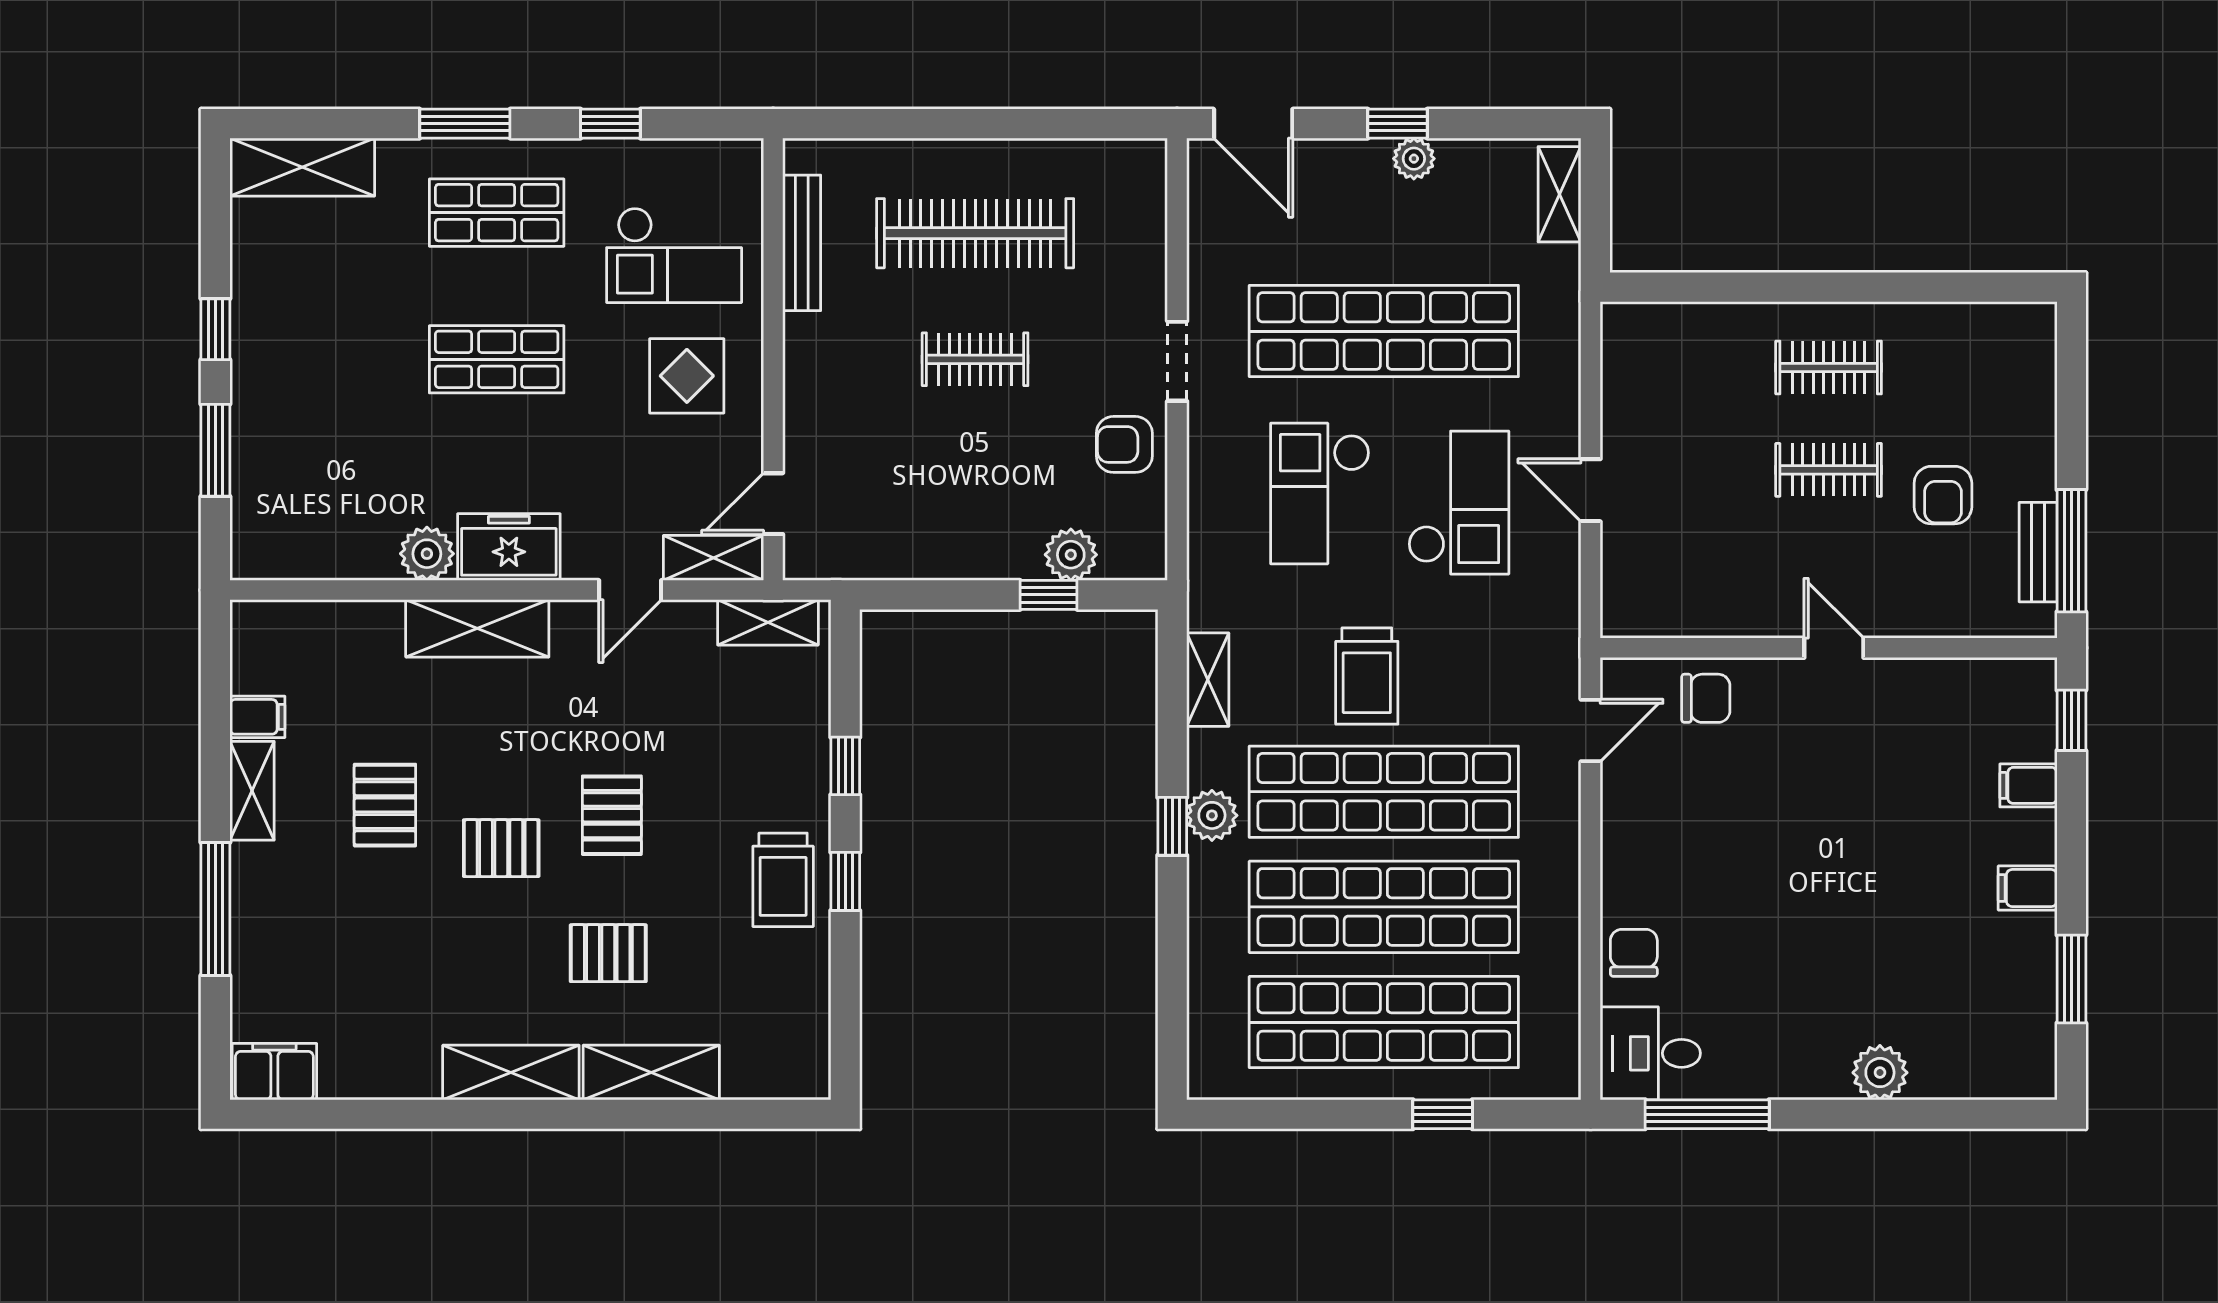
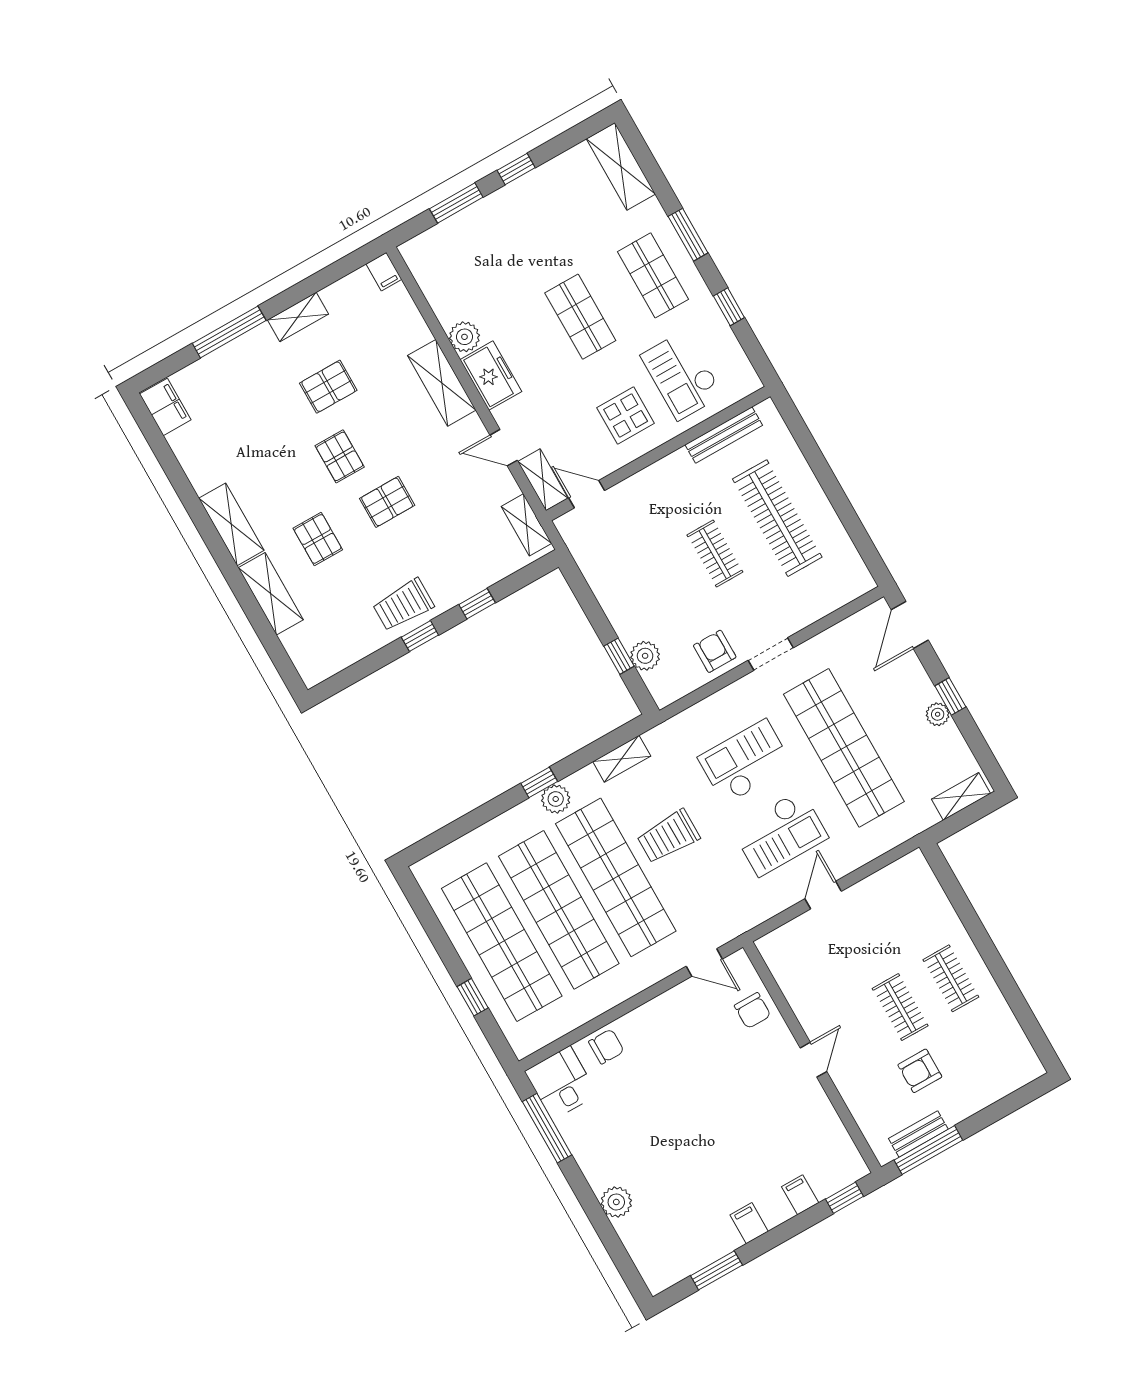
filing cabinet: (257, 717) -> (384, 272), moved

